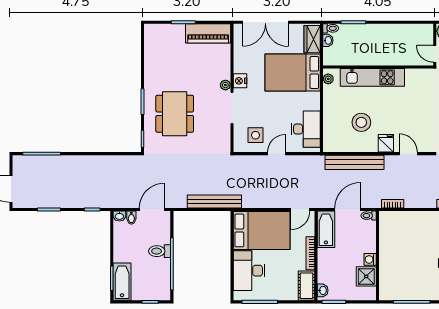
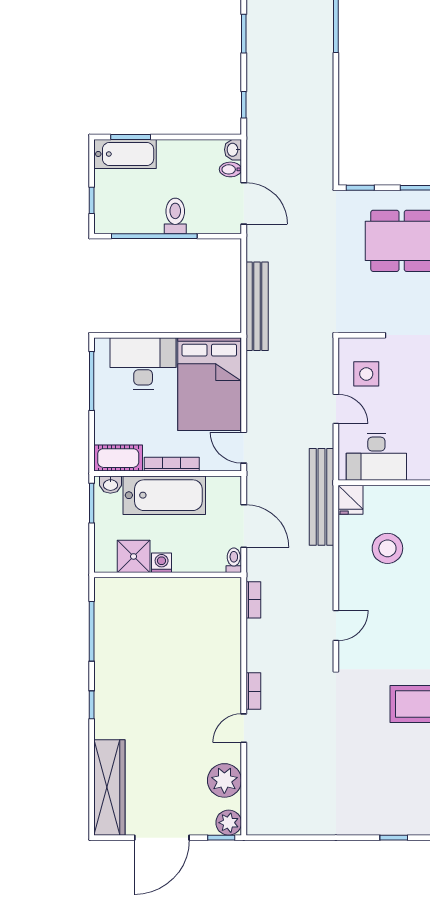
fridge: (386, 143) -> (351, 500), moved, turned 90
bench: (355, 162) -> (322, 497), moved
bathtub: (326, 229) -> (164, 495), moved, width x1.36, depth x1.36

